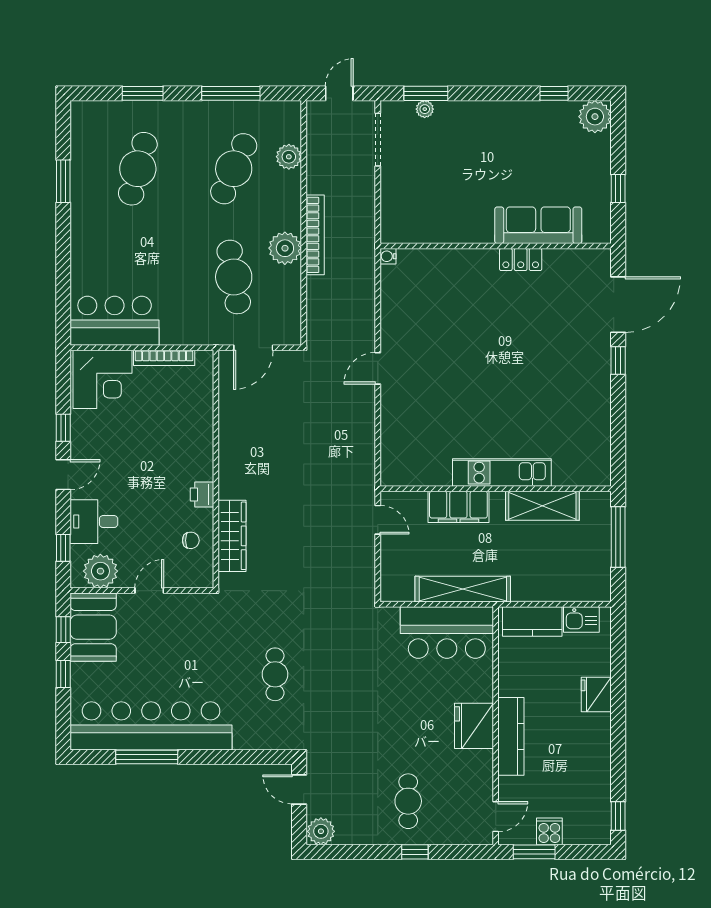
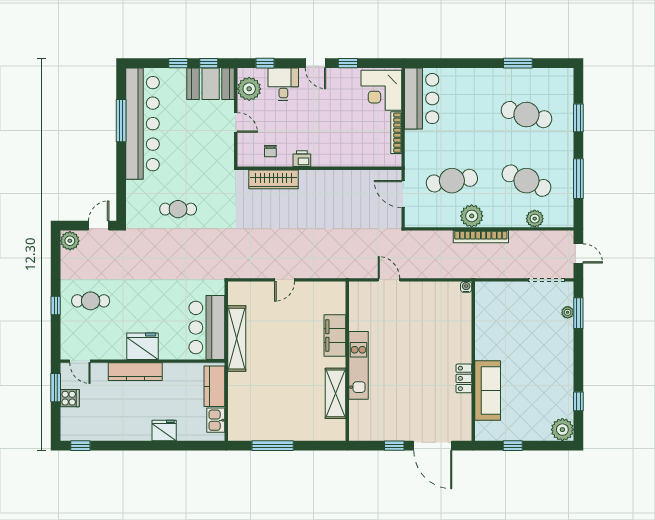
kitchen unit: (502, 473) -> (358, 365), moved
wall: (496, 489) -> (347, 361), moved
shelving: (542, 506) -> (336, 393), moved
filing cabinet: (458, 507) -> (335, 336), moved

